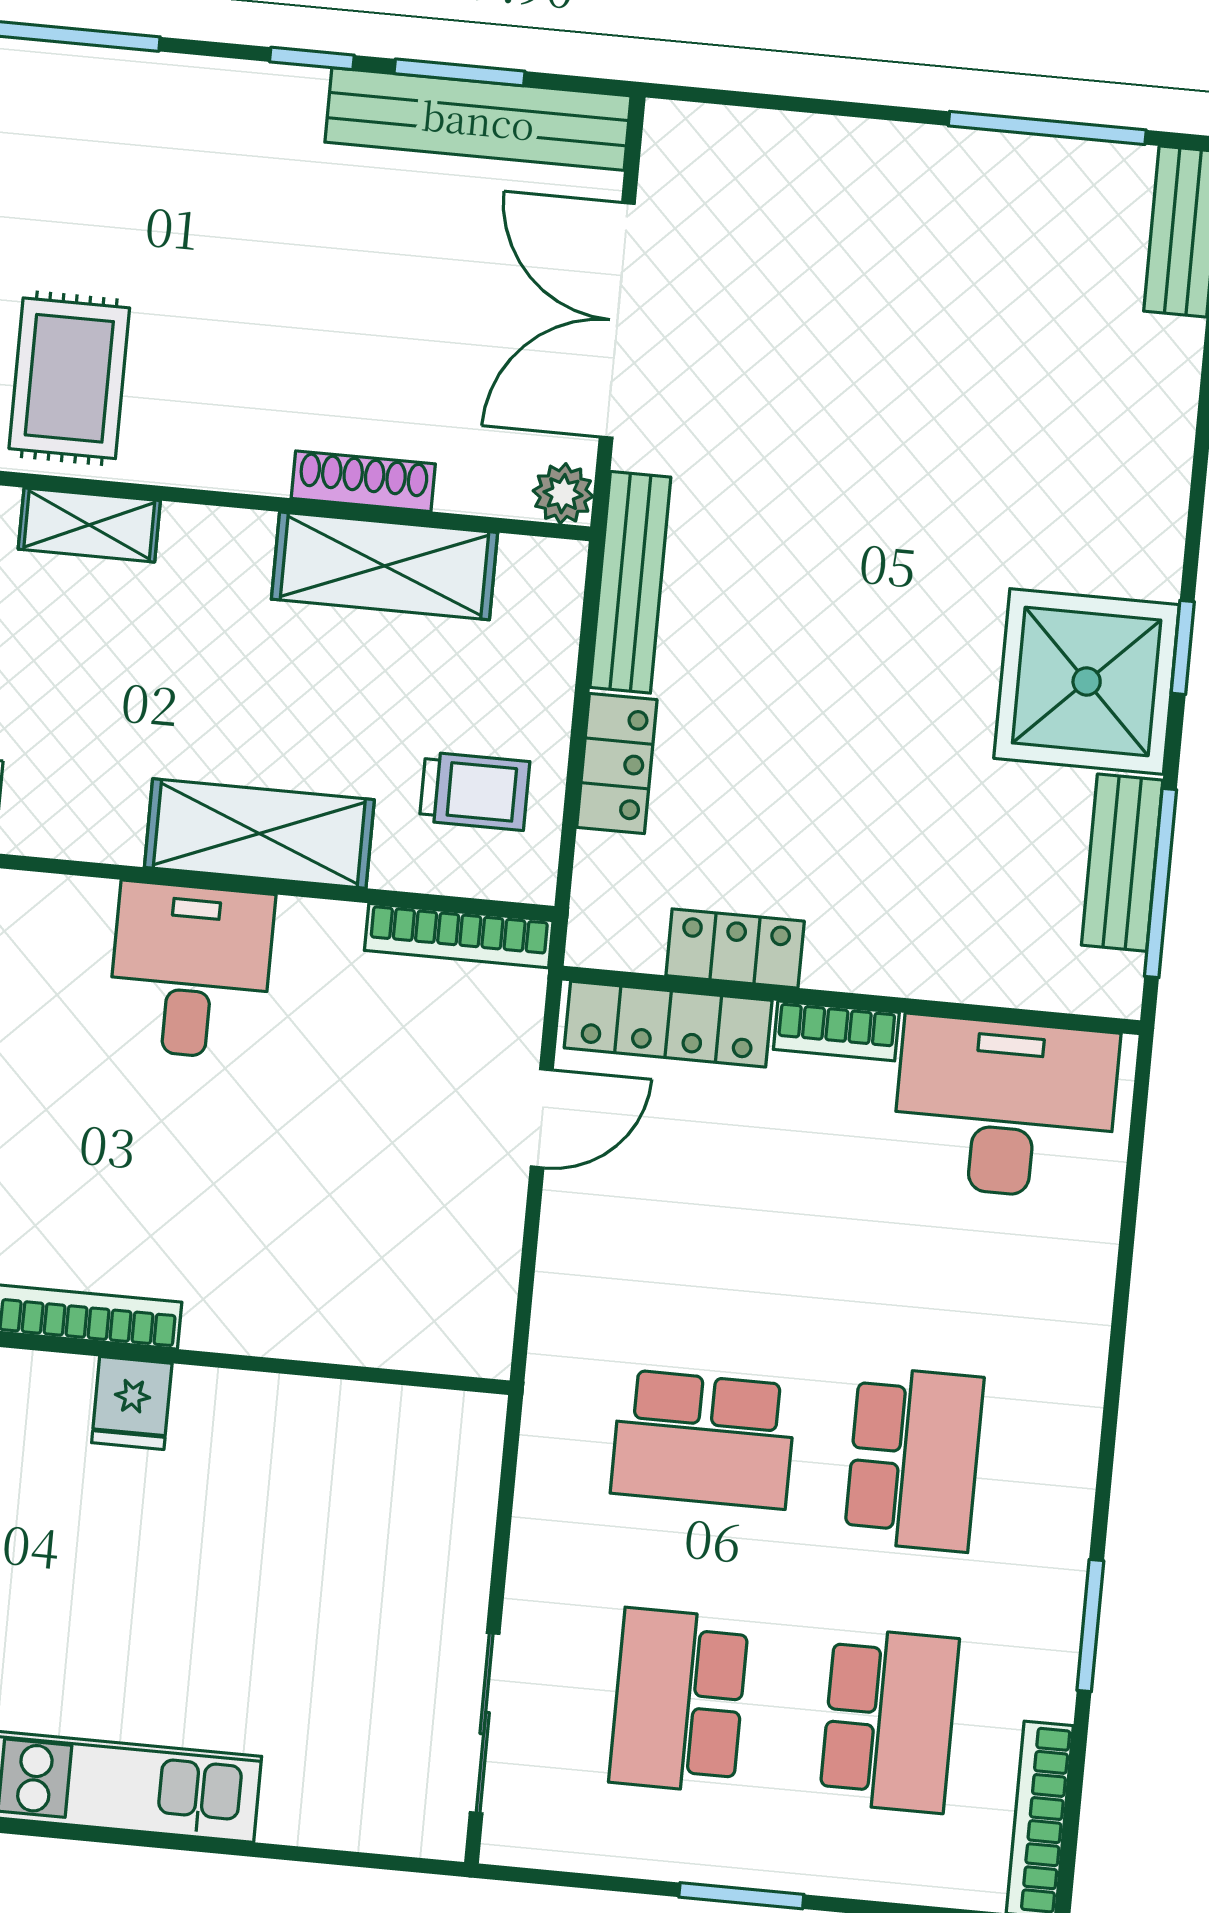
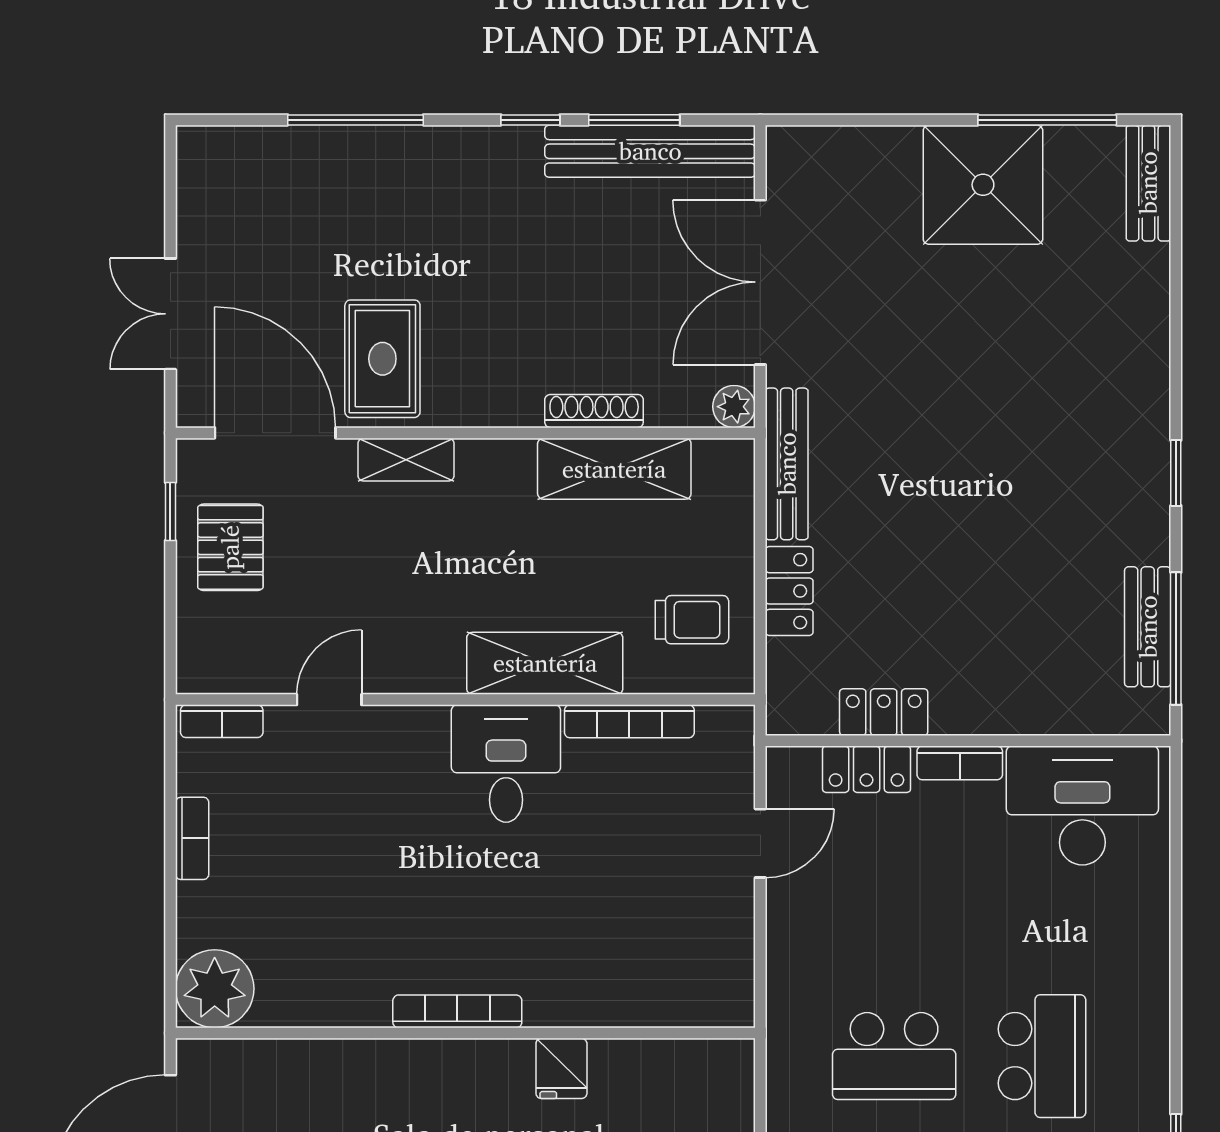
shower: (1087, 681) -> (983, 185), moved
bookcase: (459, 936) -> (629, 721), moved
locker: (668, 1024) -> (867, 769), width x0.66
fridge: (132, 1403) -> (561, 1068), moved

